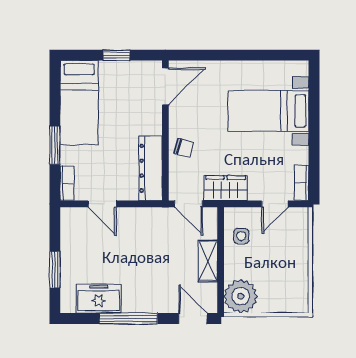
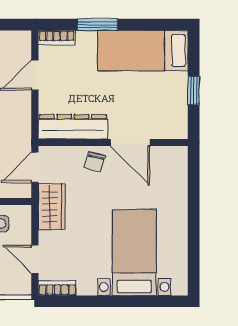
door: (165, 86) -> (130, 143), moved

